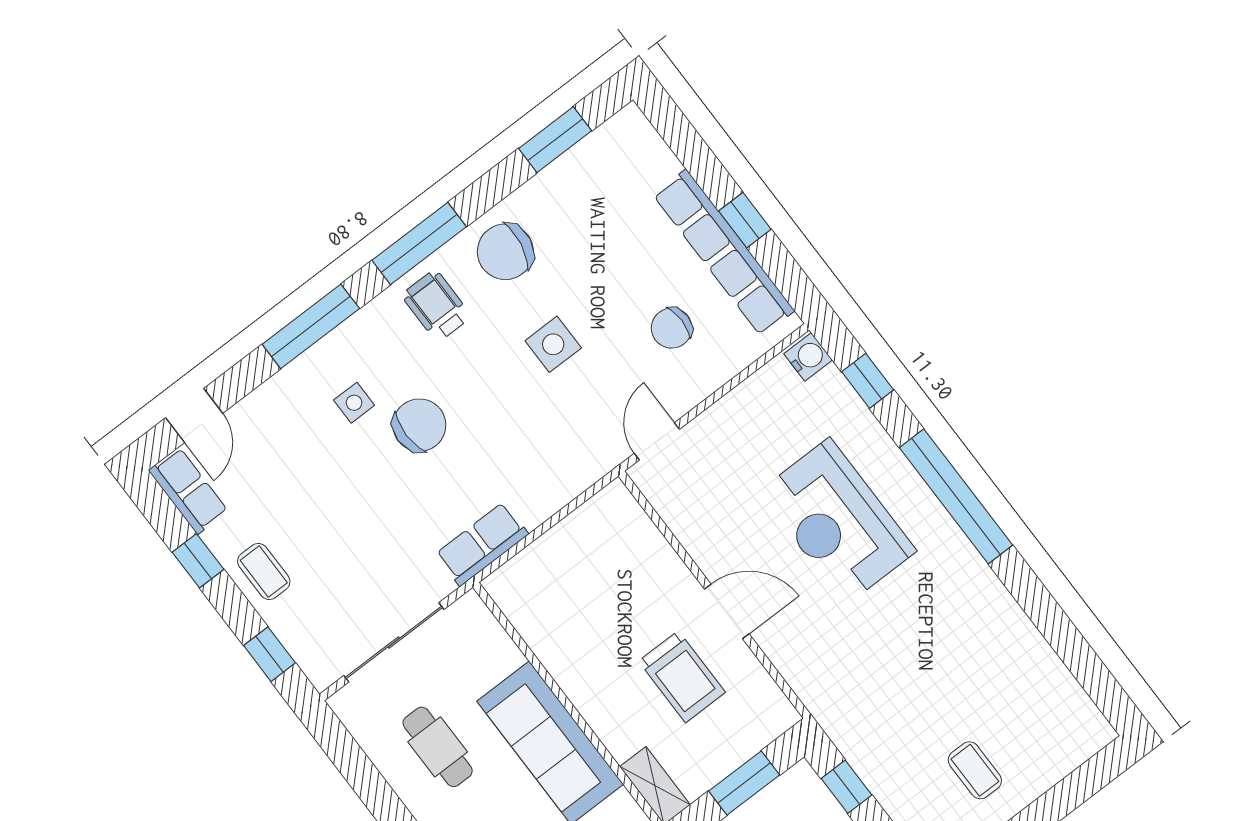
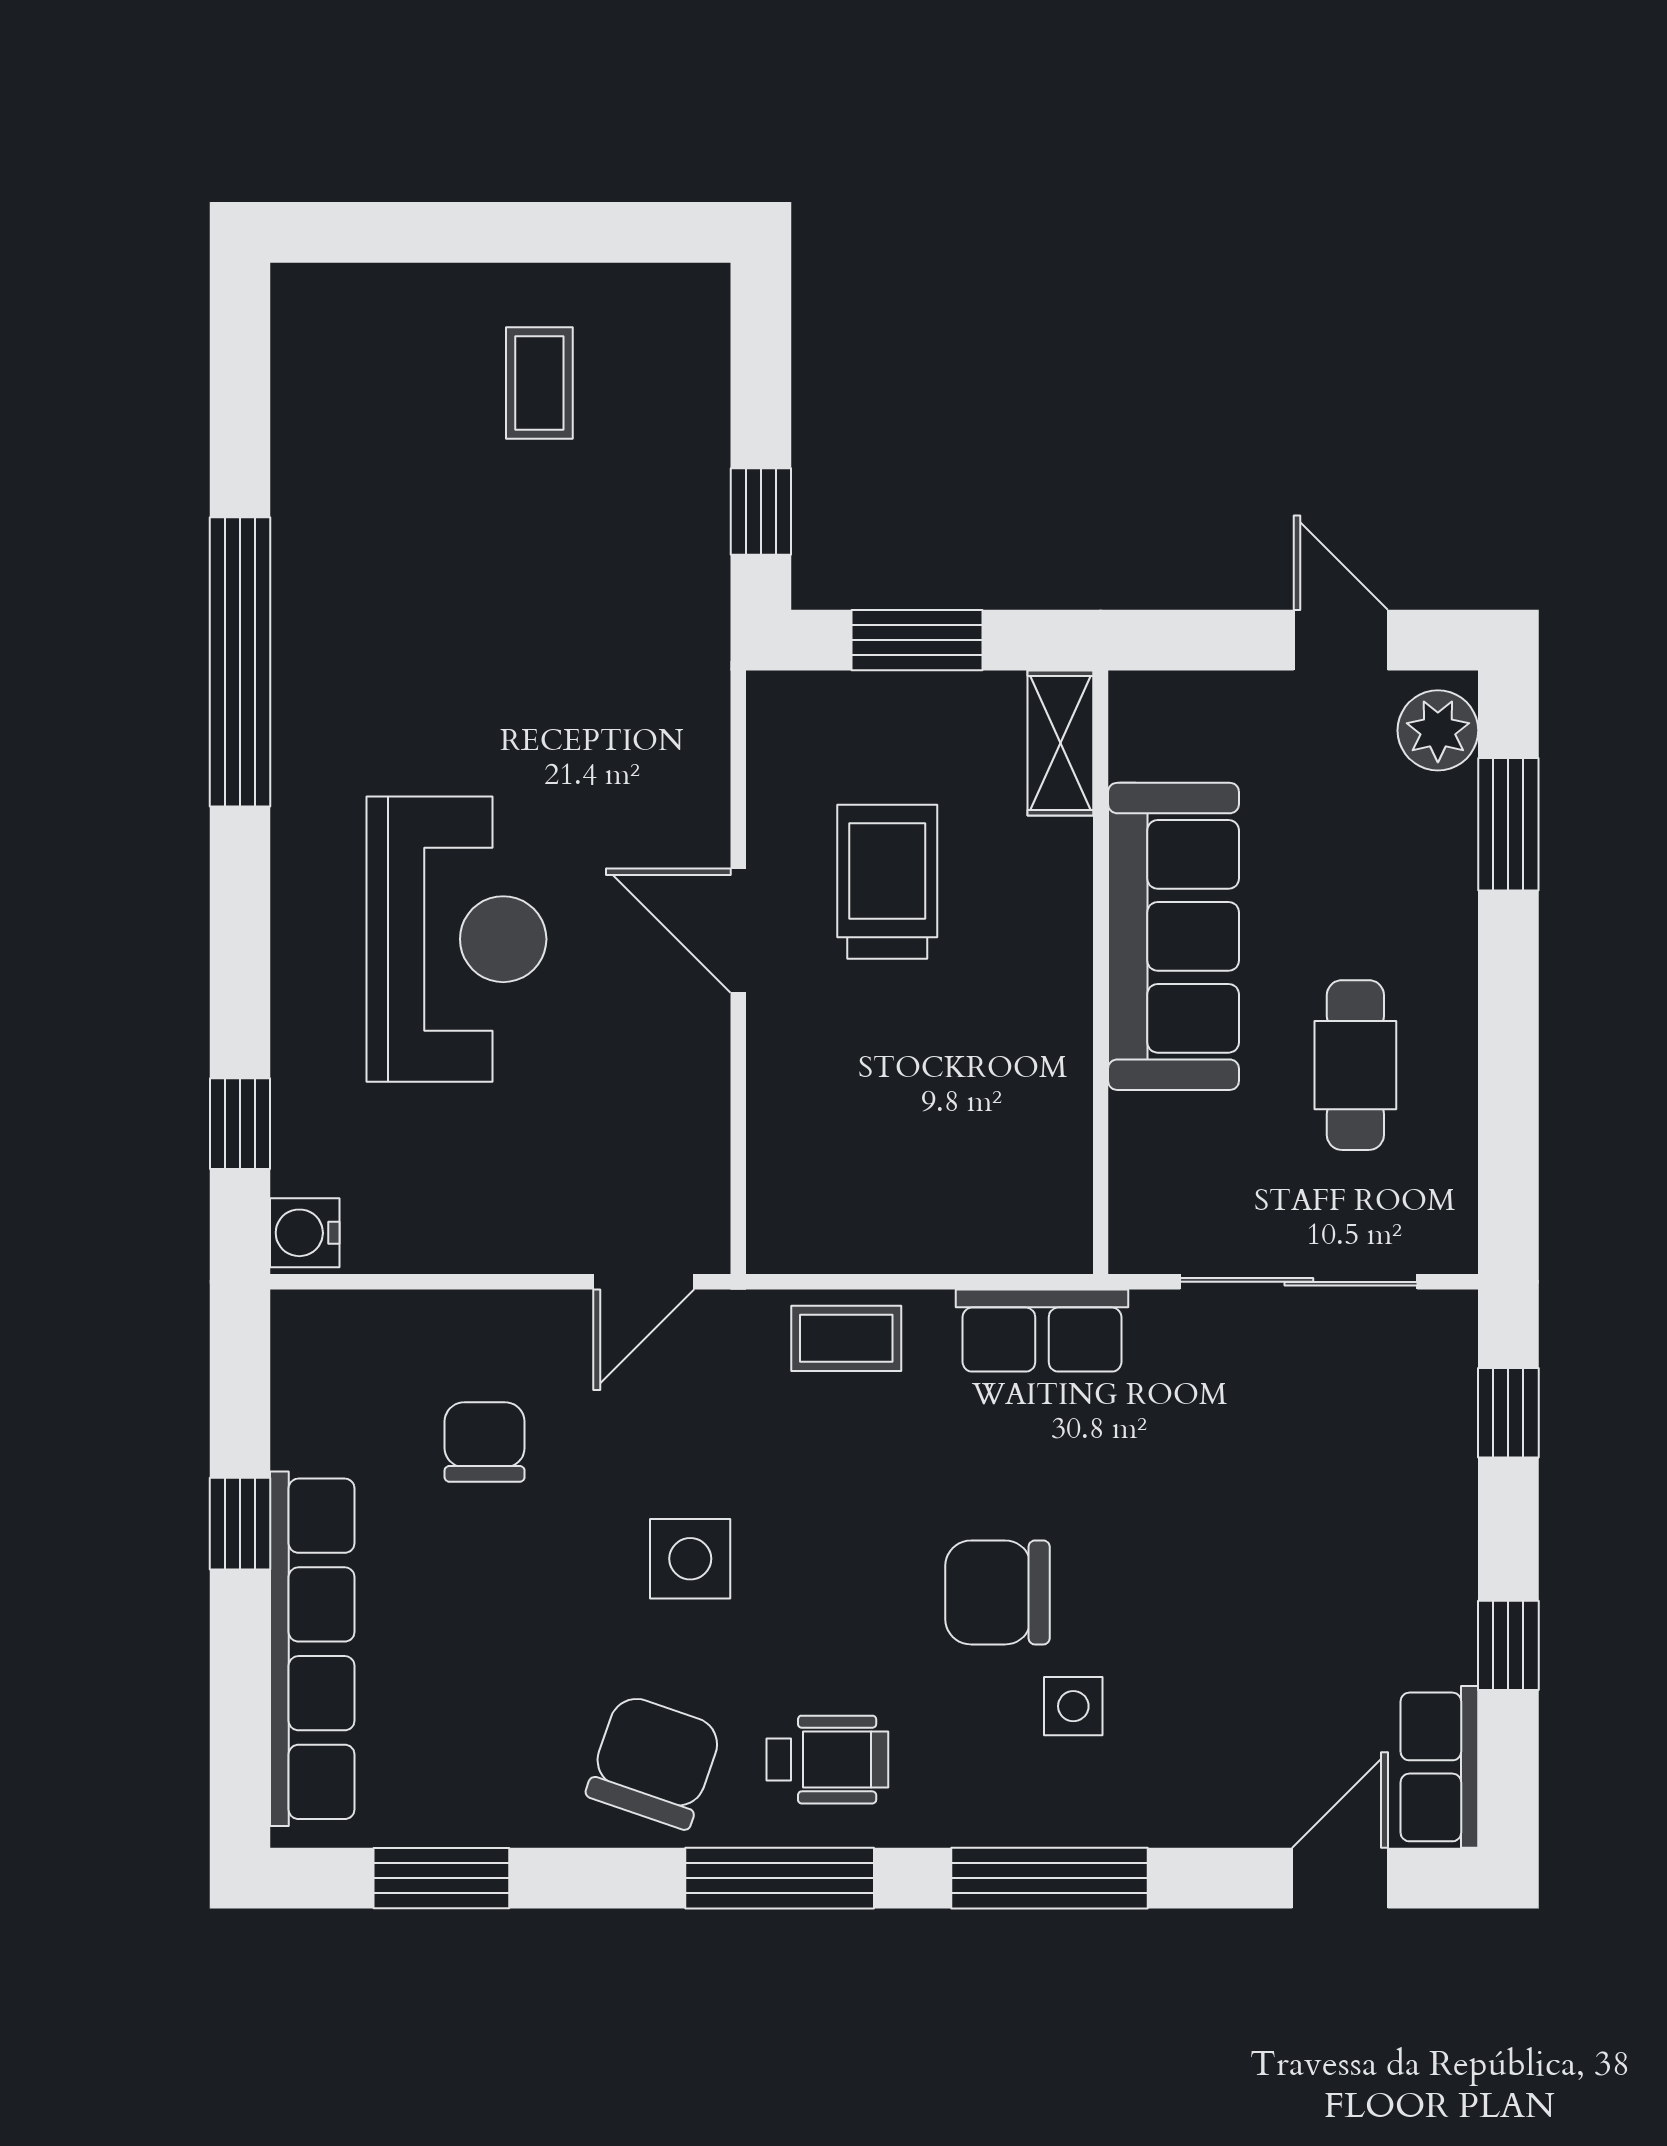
chair: (505, 252) -> (654, 1762), turned -81
row of seats: (724, 253) -> (312, 1649), moved
wheelchair: (436, 306) -> (827, 1760), turned -90
chair: (672, 328) -> (485, 1442), turned -90
window: (956, 496) -> (240, 662), moved
coffee table: (264, 572) -> (846, 1338), moved, turned 90

